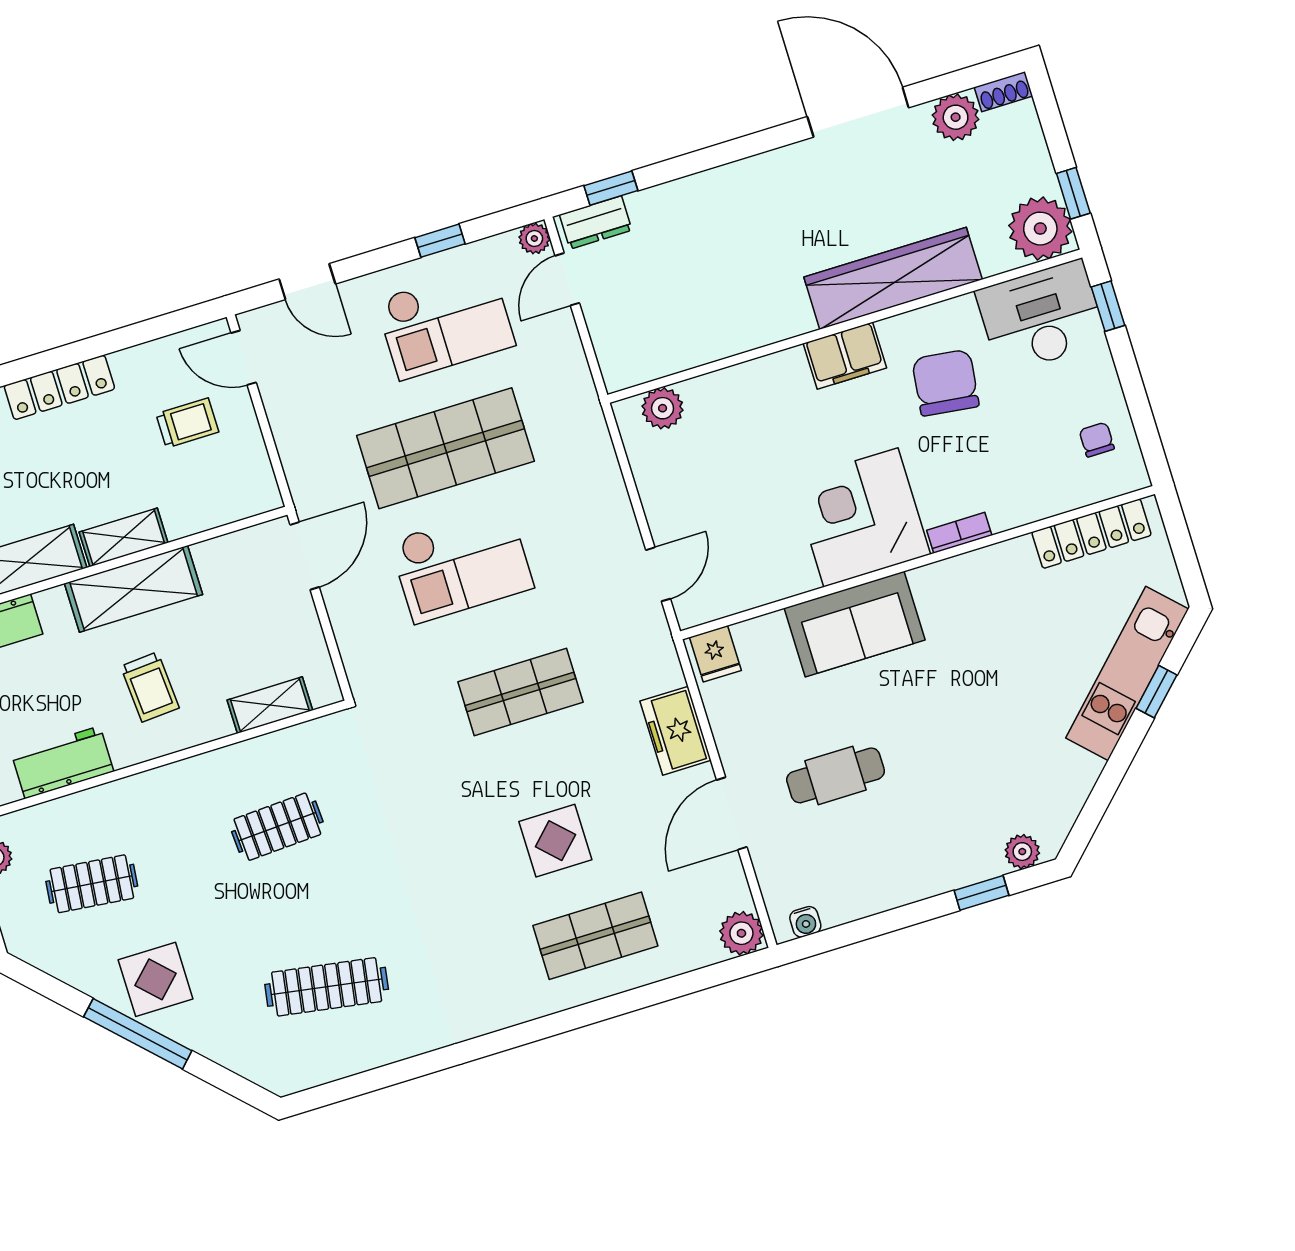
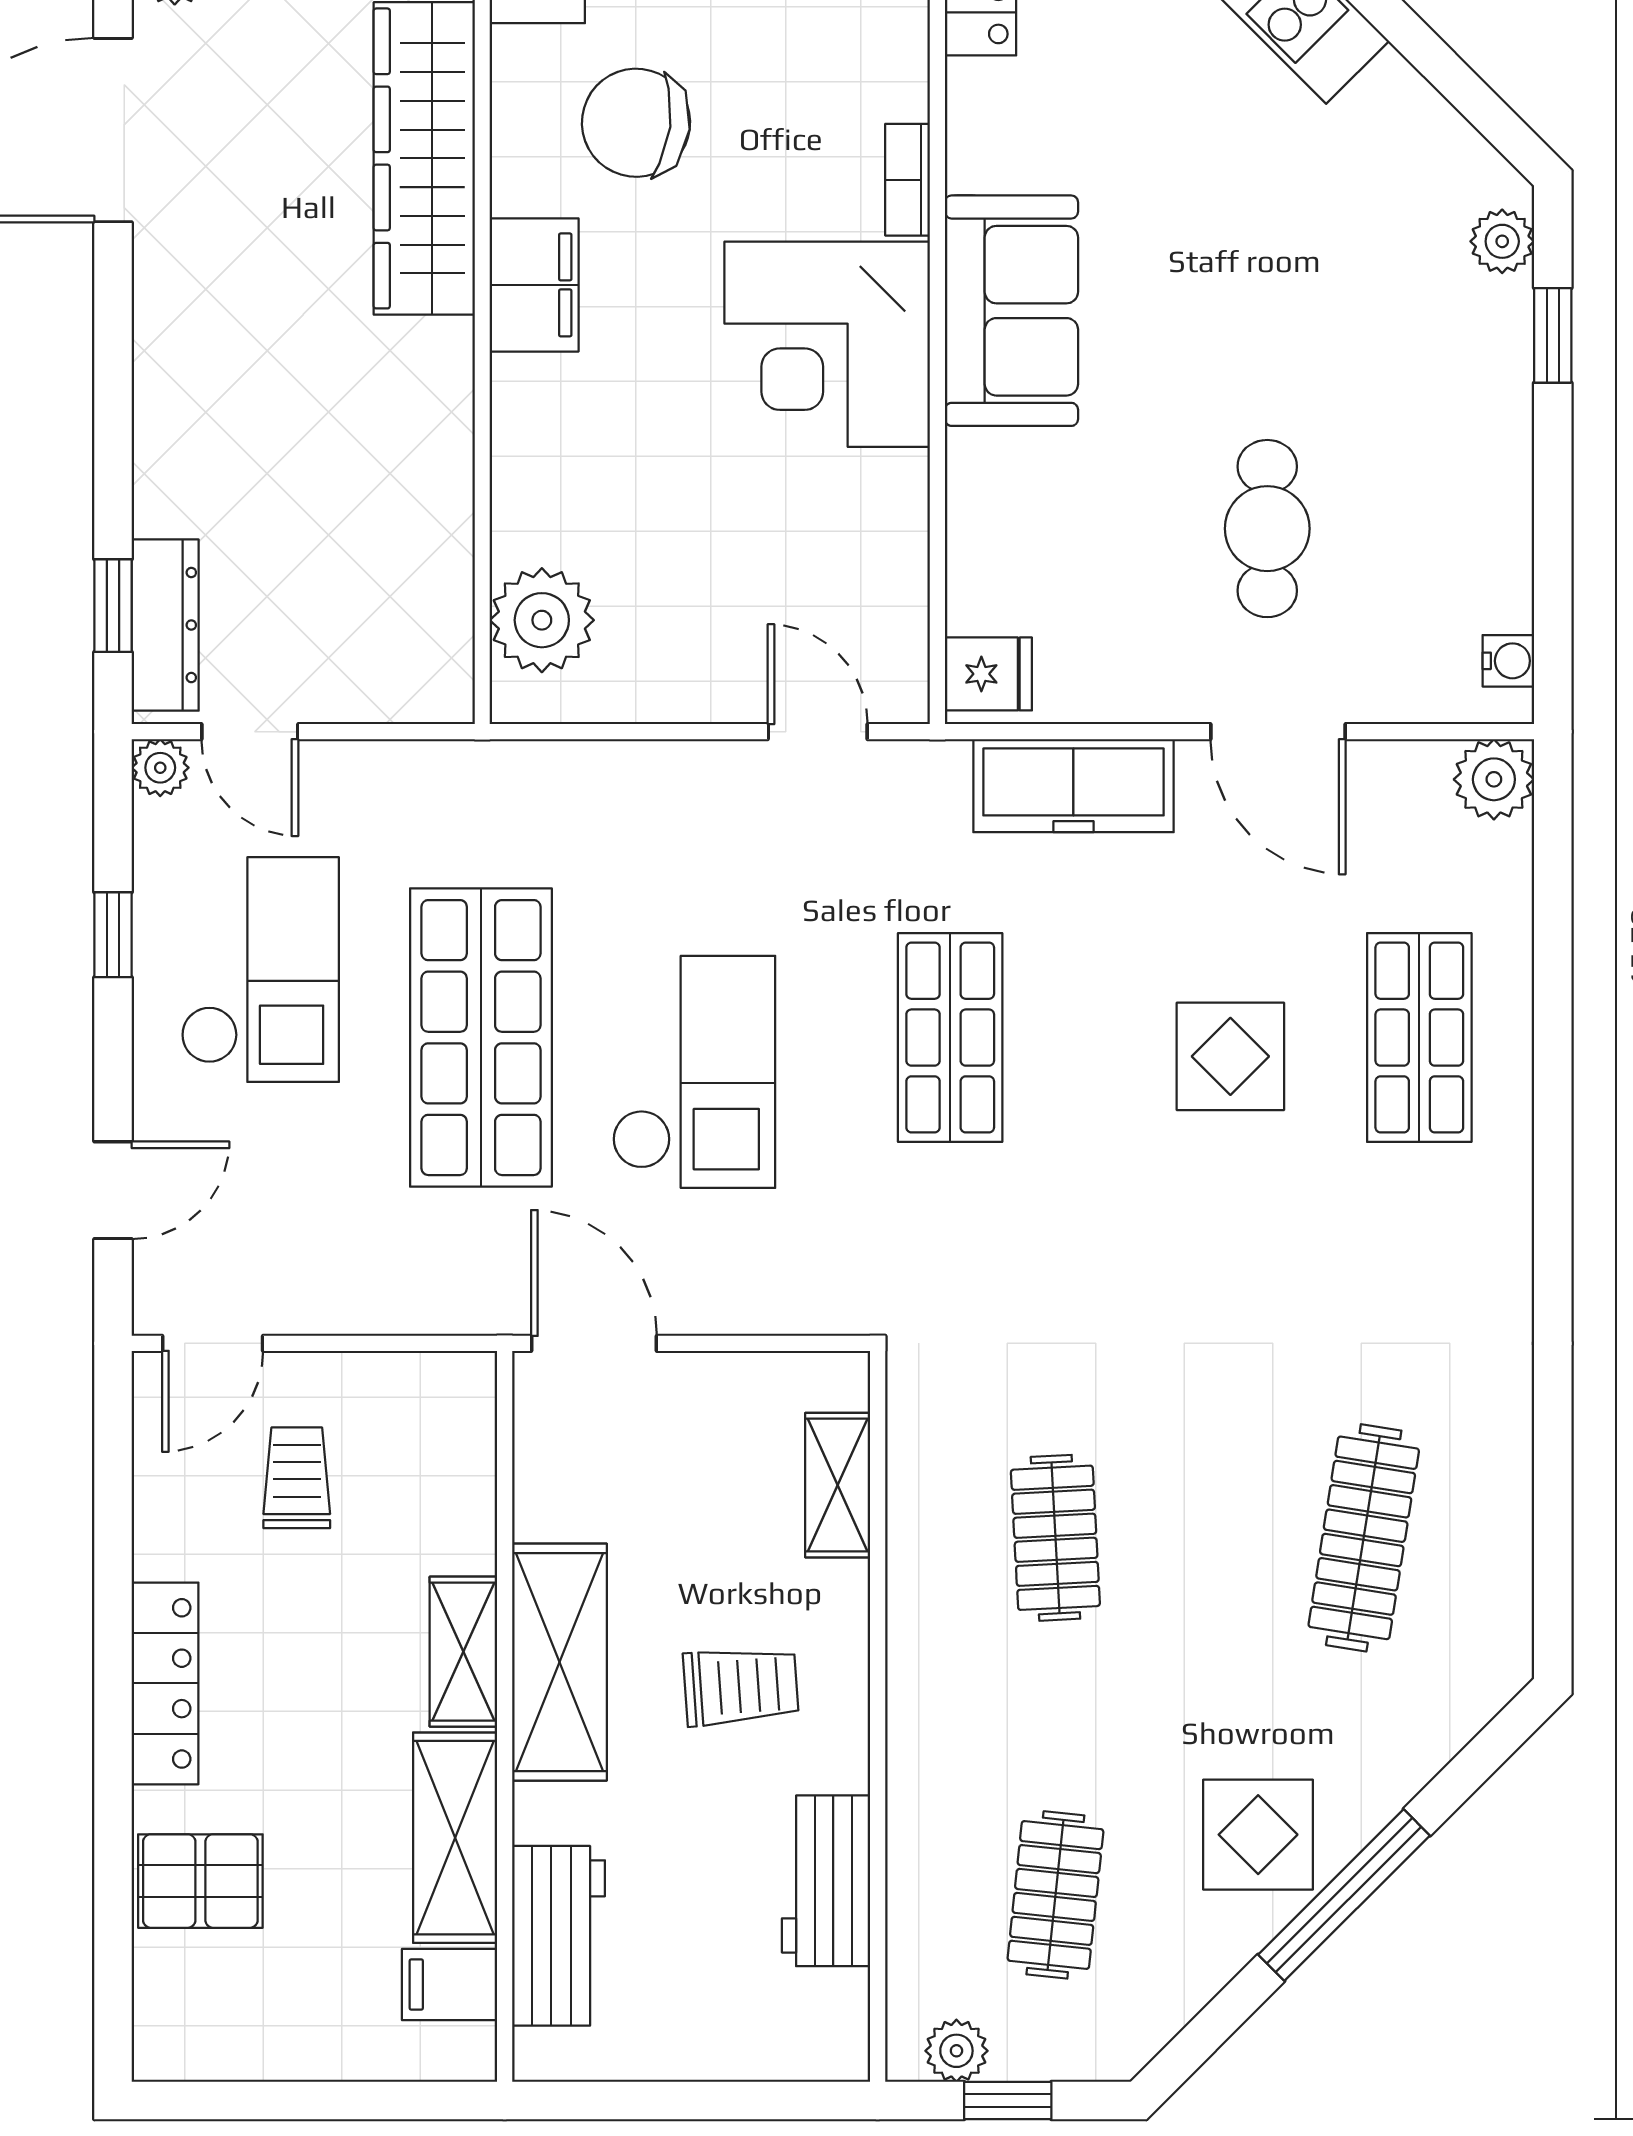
dresser: (596, 222) -> (165, 625), width x1.44
plant: (663, 408) -> (542, 620), width x1.36, depth x1.36
sofa: (855, 624) -> (1011, 311), moved
freezer: (676, 731) -> (1073, 786), width x1.40

